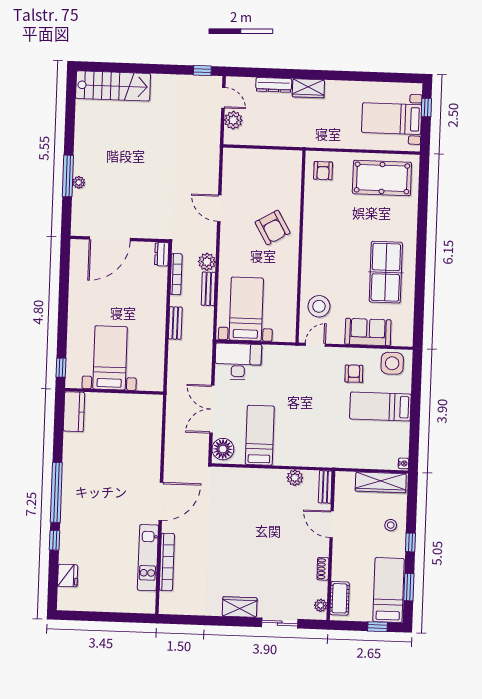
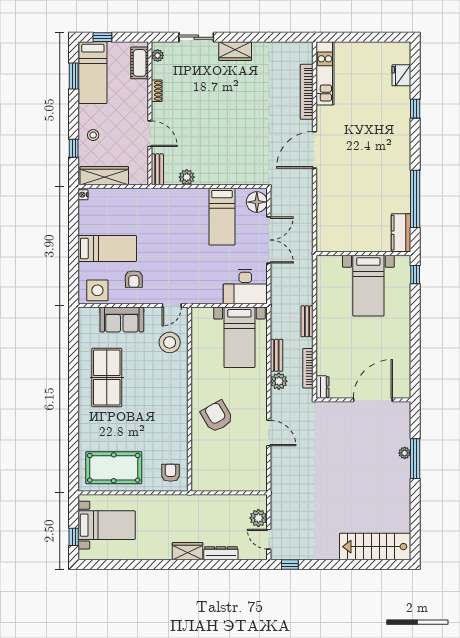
window: (56, 492) -> (415, 199), moved
window: (410, 542) -> (74, 148), moved
kitchen unit: (148, 558) -> (325, 73), moved

